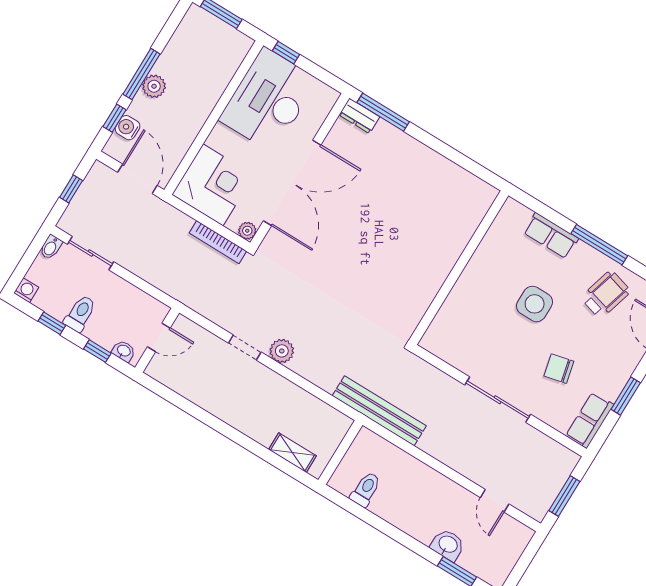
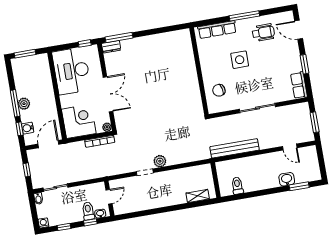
window: (286, 53) -> (85, 43), moved
door: (137, 179) -> (48, 144), hinge flipped
double door: (292, 183) -> (108, 94), width x0.73
row of seats: (551, 236) -> (217, 30), width x1.48
wheelchair: (606, 294) -> (263, 33), turned 74
toilet: (80, 313) -> (88, 211), moved
chair: (559, 369) -> (219, 90), moved
bench: (379, 411) -> (235, 148), moved

